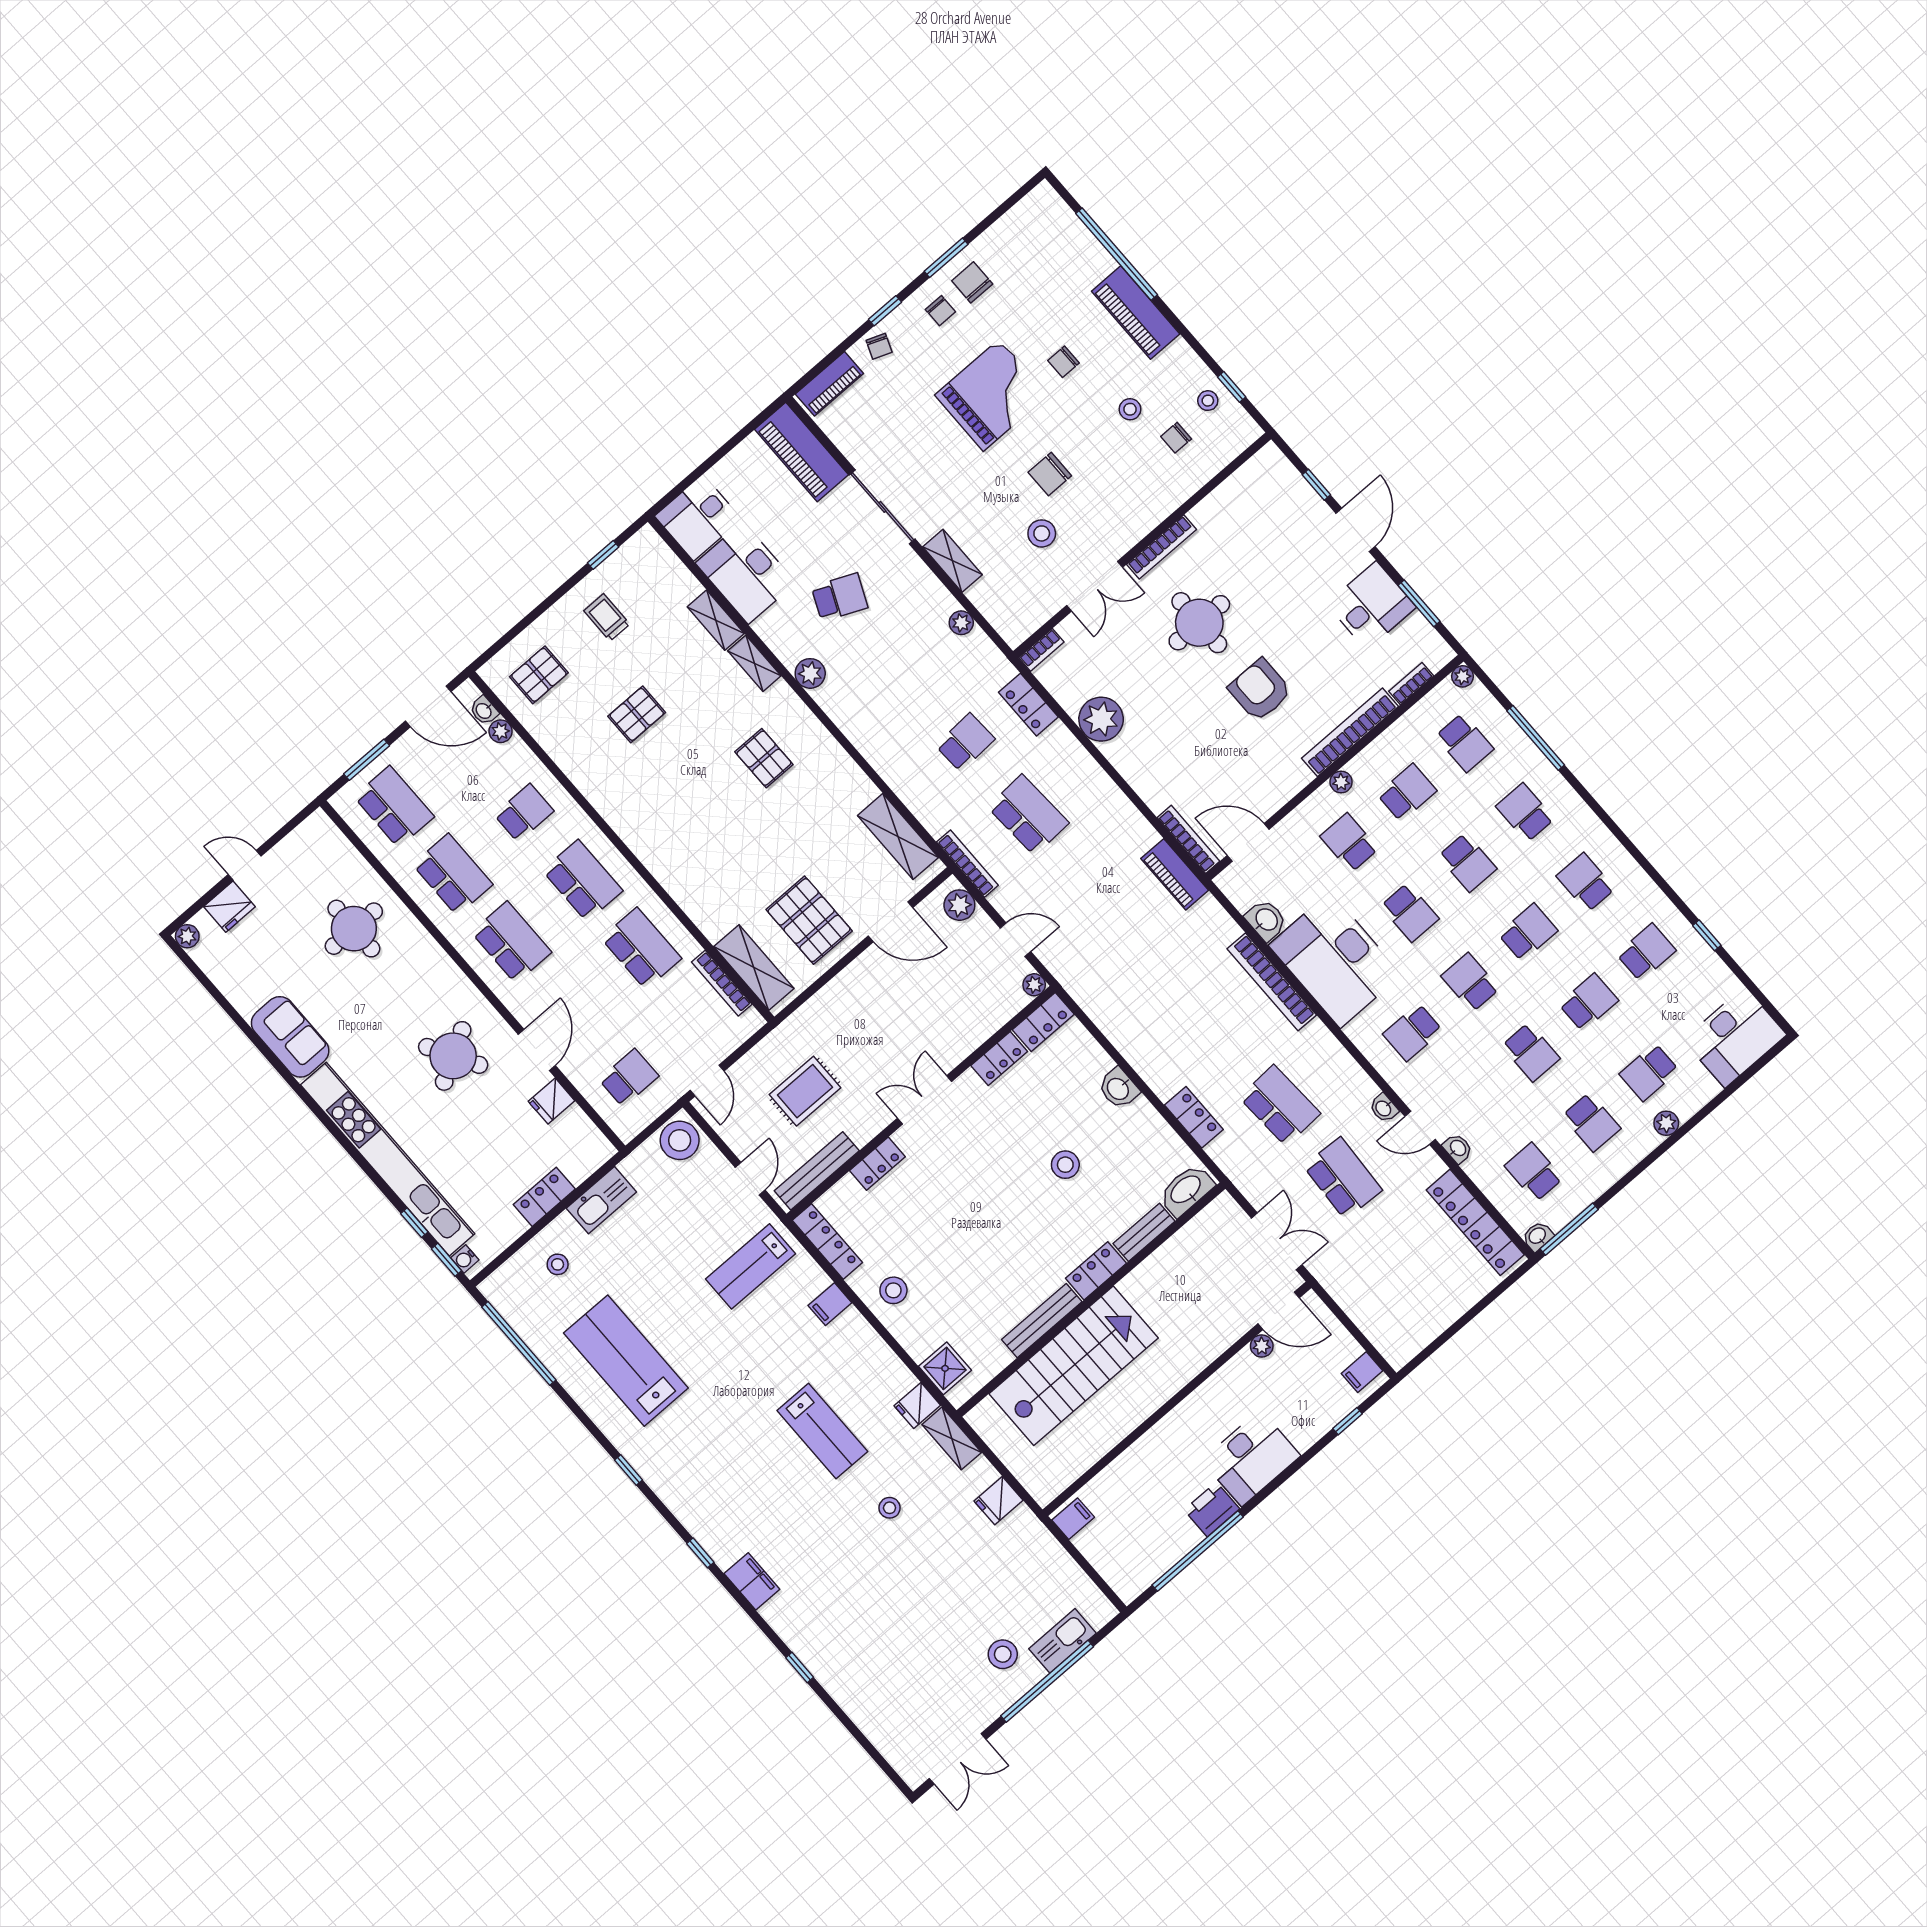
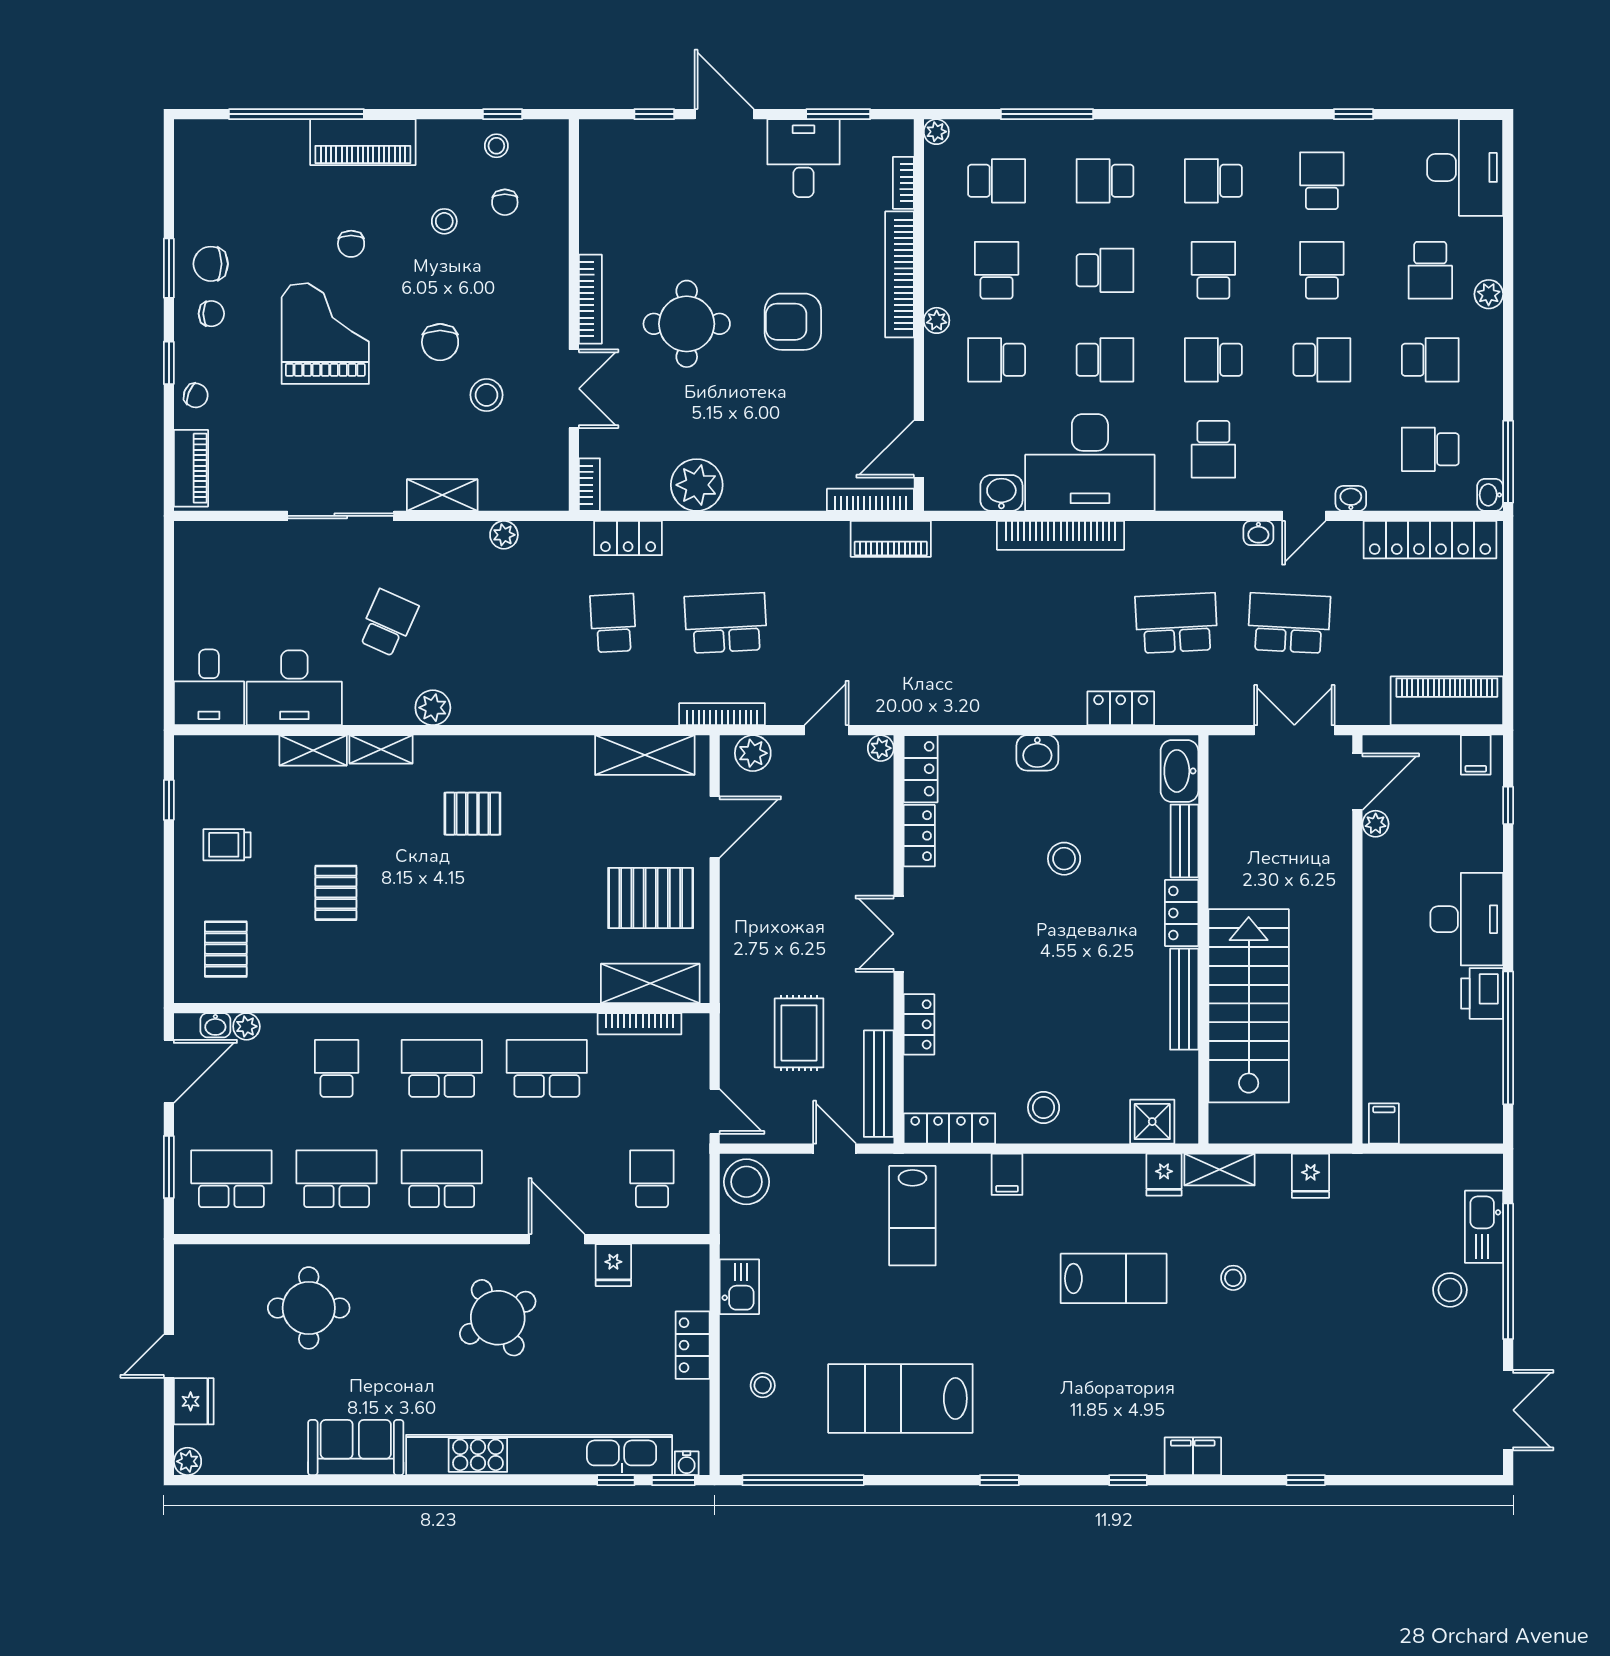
piano: (802, 452) -> (1447, 701), moved, turned 180
kitchen sink: (601, 1200) -> (739, 1287), width x0.73

